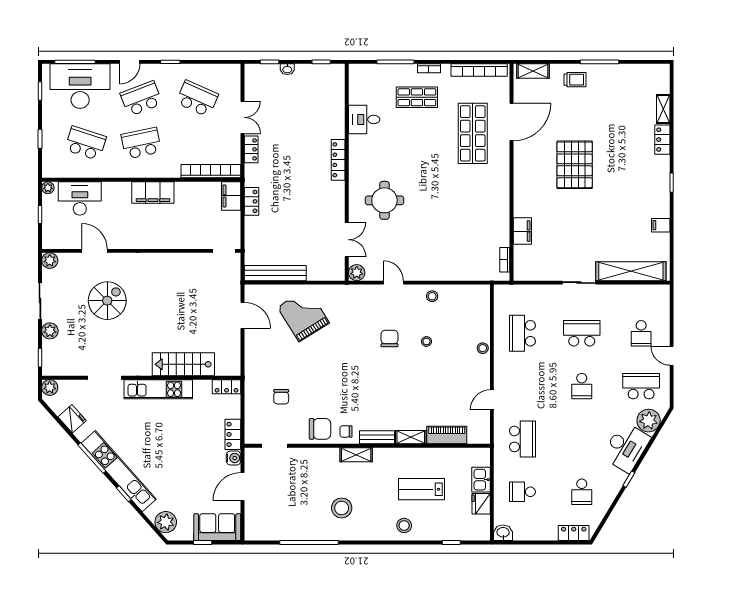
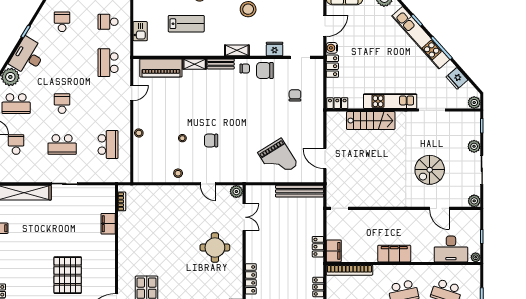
double door: (347, 240) -> (244, 217), swing flipped
chair: (389, 338) -> (211, 141), turned 90
piano: (447, 435) -> (161, 68), width x1.37, depth x1.33
school desk: (522, 492) -> (108, 22), turned 180
fridge: (481, 504) -> (275, 49), moved, turned -90

